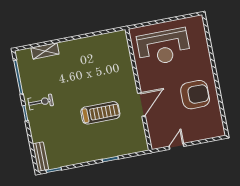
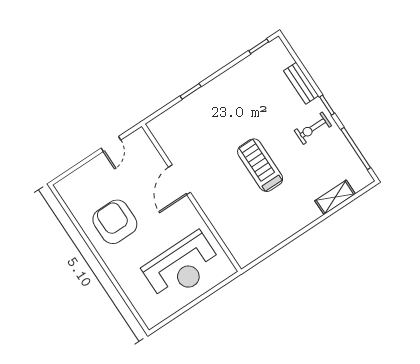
reception desk: (164, 47) -> (182, 267), turned 180
armchair: (195, 95) -> (115, 222), turned 90
treadmill: (100, 113) -> (260, 165), moved, turned 90
bench: (40, 157) -> (301, 83), moved

